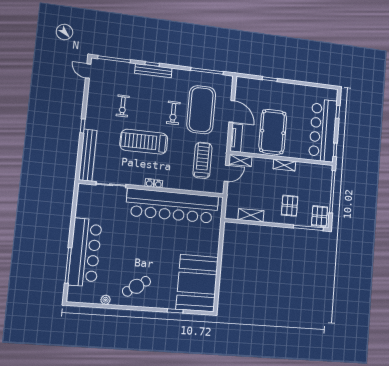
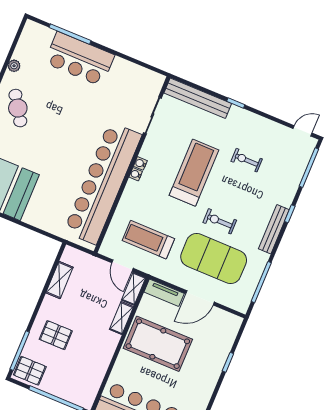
bench: (153, 71) -> (274, 229), moved
treadmill: (203, 160) -> (148, 240), turned 180
shelving: (284, 165) -> (121, 318), moved
bar counter: (85, 252) -> (79, 59), width x0.73

